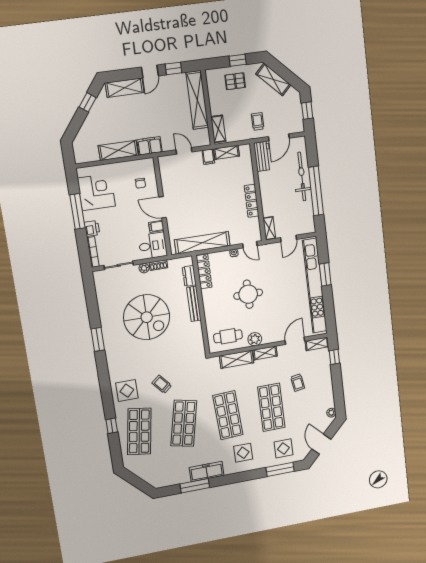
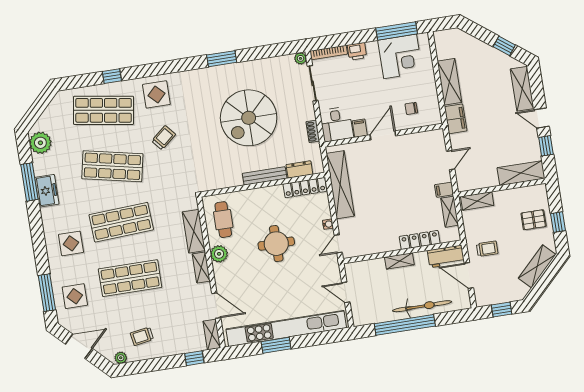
pallet: (235, 81) -> (534, 220), turned 90
shelving: (197, 100) -> (521, 173), width x0.68
locker: (252, 201) -> (420, 240), moved
window: (77, 211) -> (397, 31), moved
shelving: (269, 228) -> (399, 261), moved
plant: (144, 268) -> (300, 58), moved
window: (325, 274) -> (276, 345), moved
trolley: (298, 383) -> (142, 336), moved
freezer: (207, 471) -> (47, 191), width x0.71
plant: (164, 479) -> (40, 143), added

